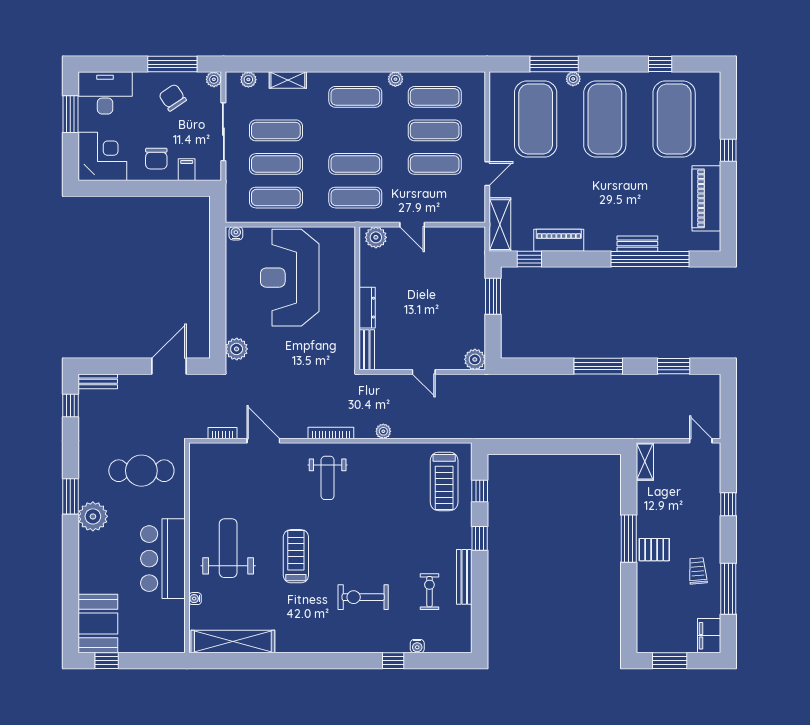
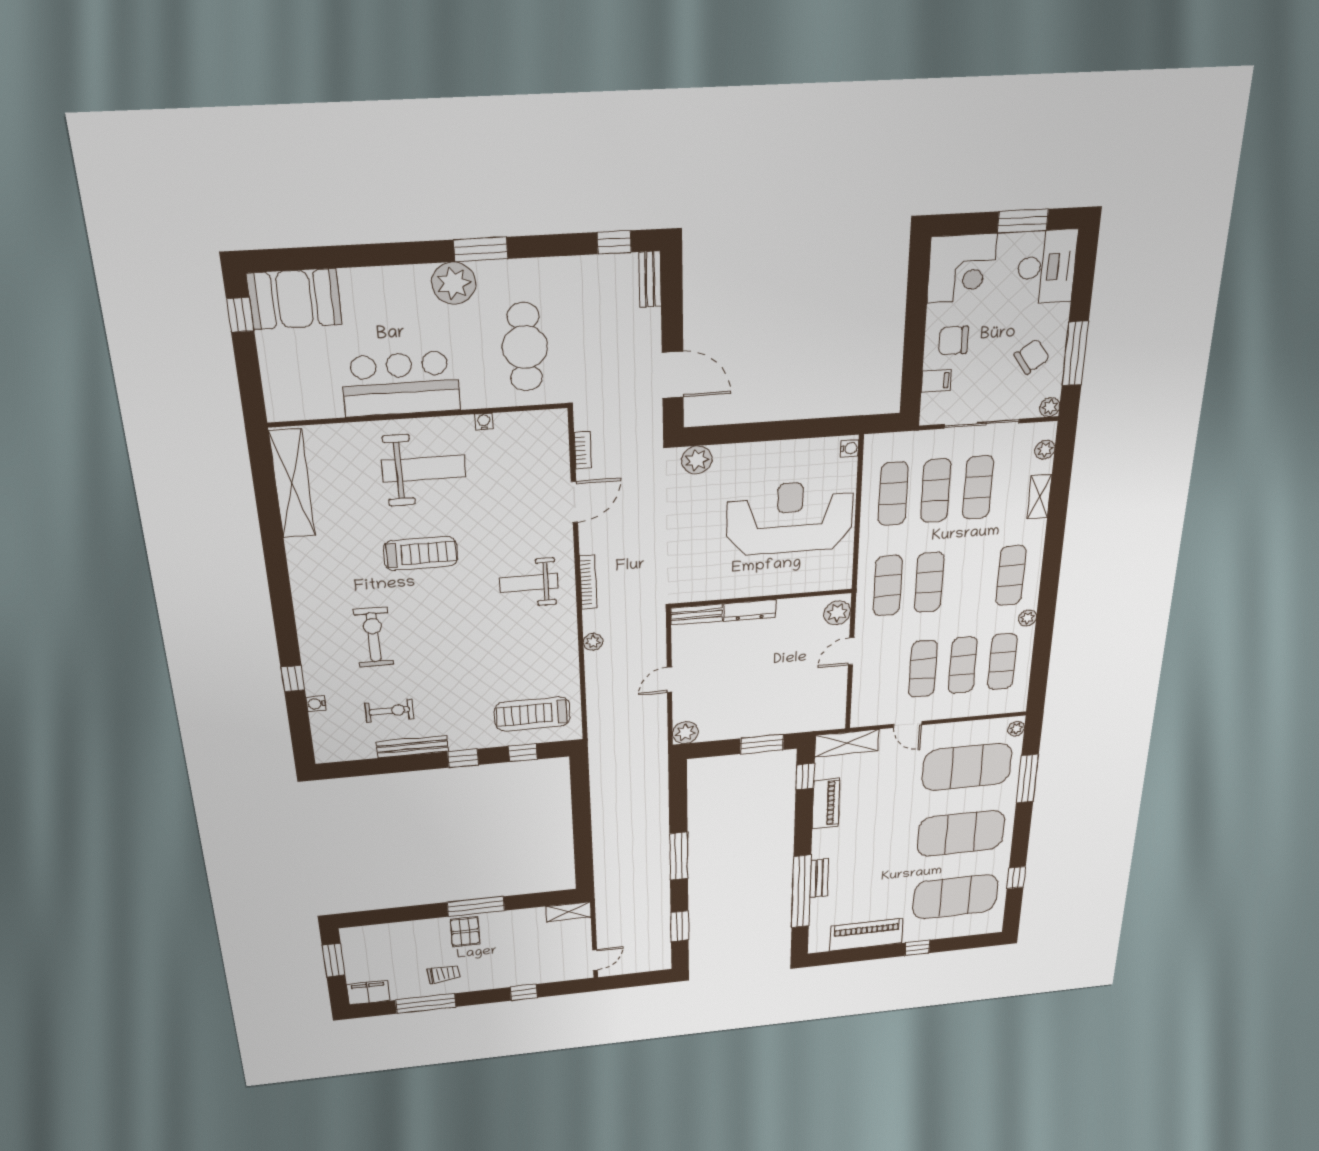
plant: (573, 79) -> (1016, 729), moved
water cooler: (195, 599) -> (484, 422), moved

